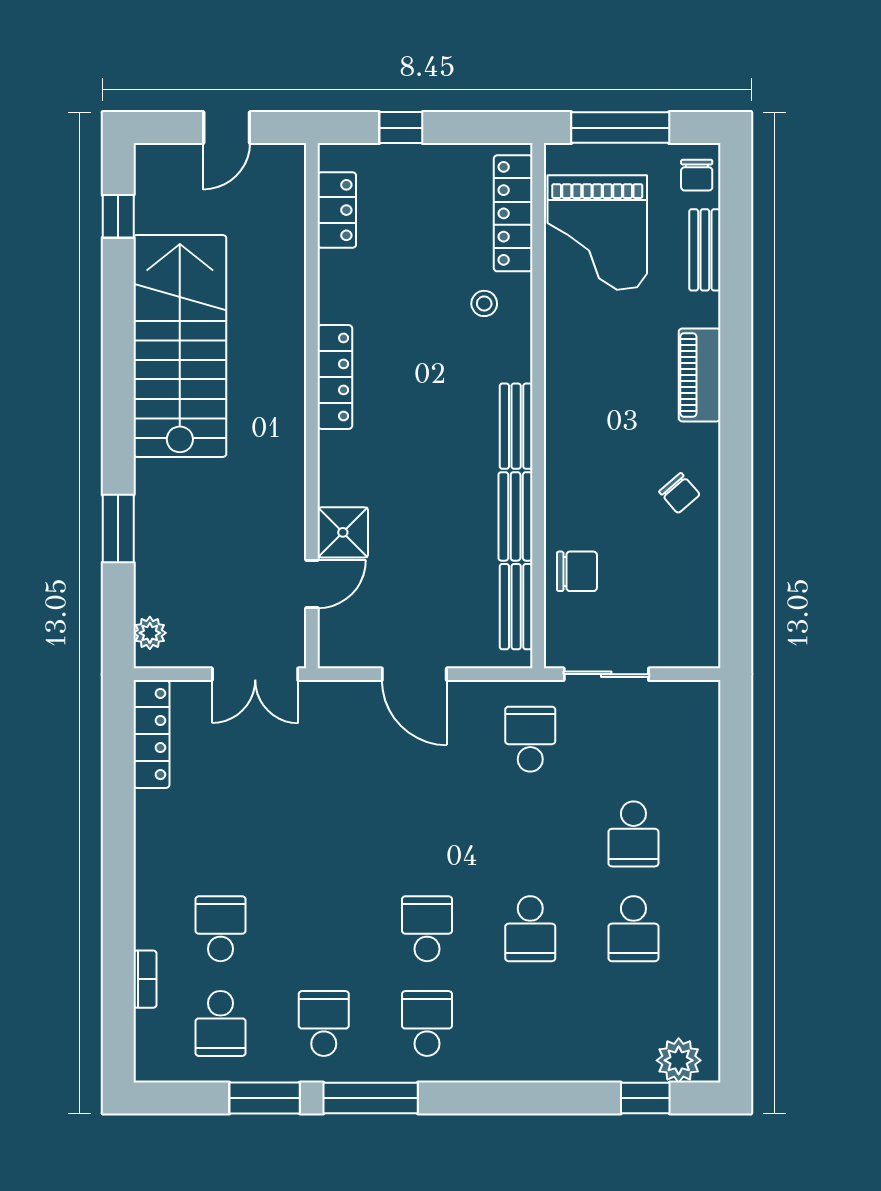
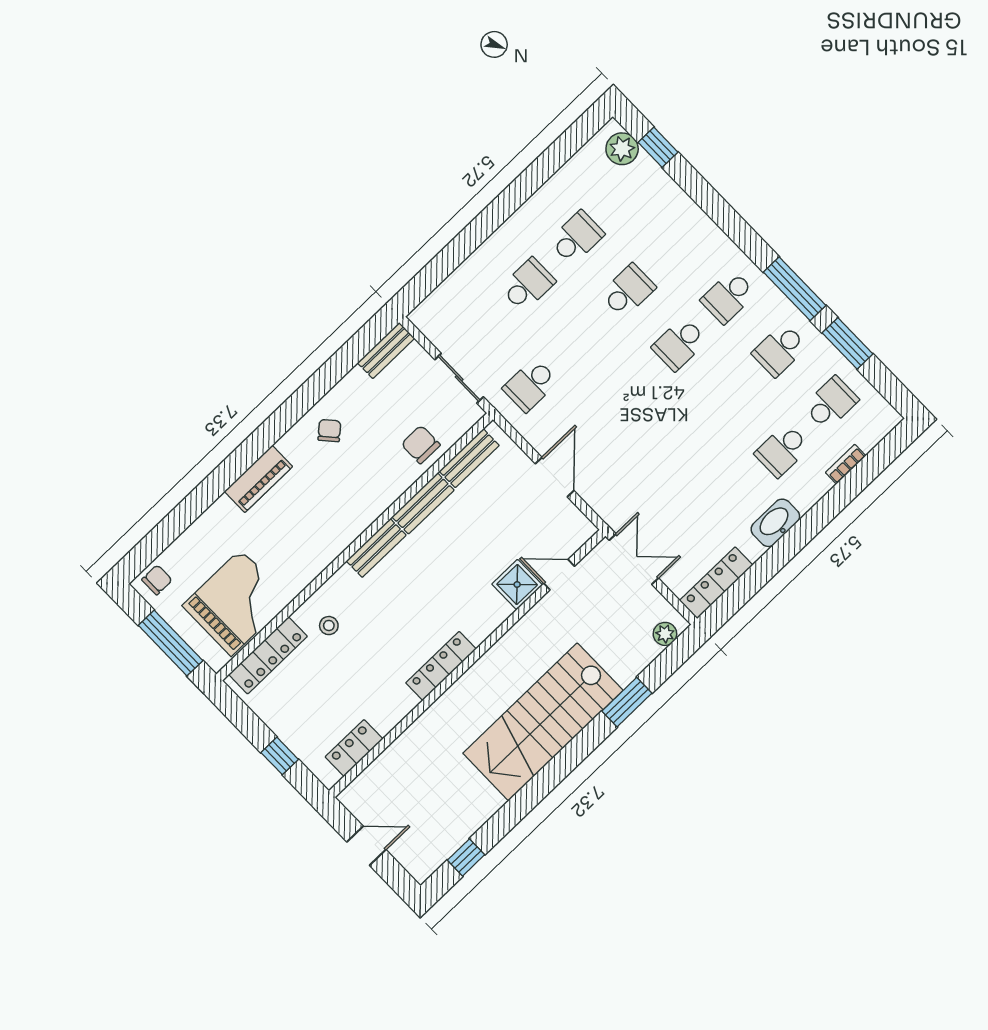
bench: (705, 250) -> (386, 351), moved
stairs: (180, 346) -> (543, 722), moved
washbasin: (154, 852) -> (775, 523), added

